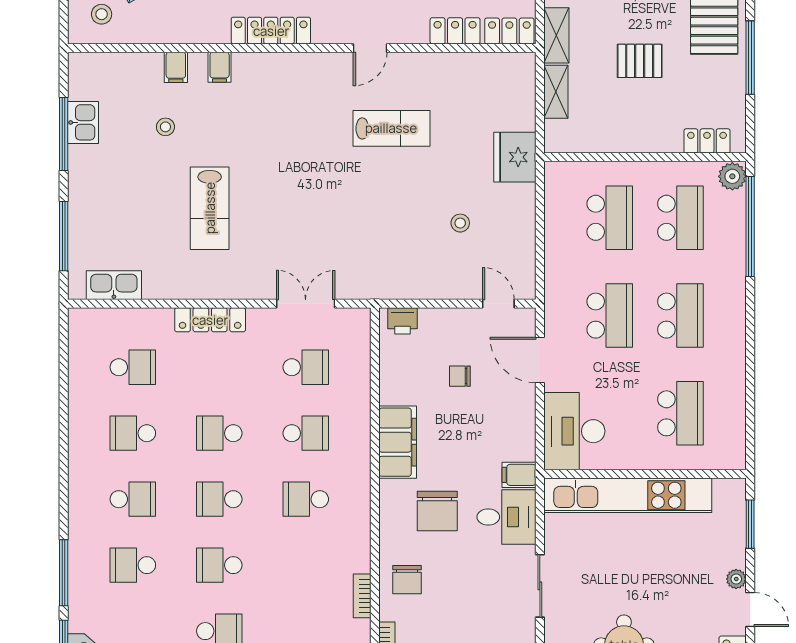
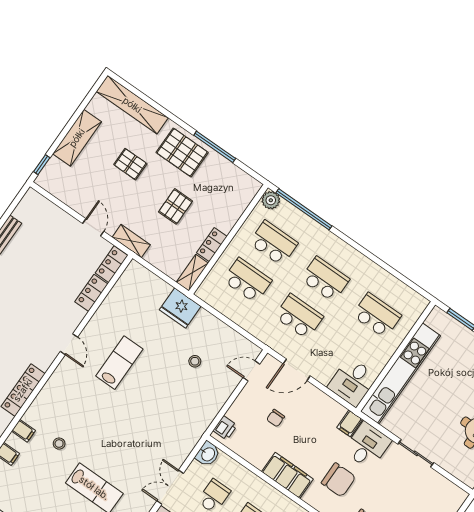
shelving: (556, 92) -> (192, 273), moved, turned 90
stool: (165, 127) -> (59, 444), moved
locker: (707, 141) -> (212, 245), moved
double door: (306, 304) -> (170, 487), moved
washbasin: (354, 322) -> (208, 454), added
desk: (574, 431) -> (353, 382), width x0.73

